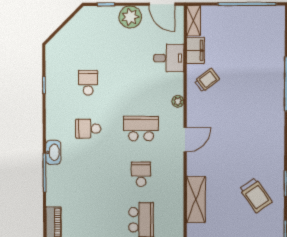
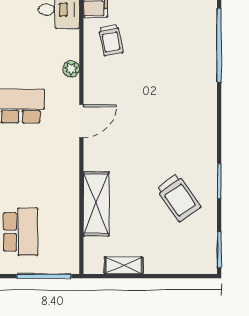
trolley: (207, 80) -> (111, 40), turned 117
school desk: (141, 174) -> (21, 169), removed

